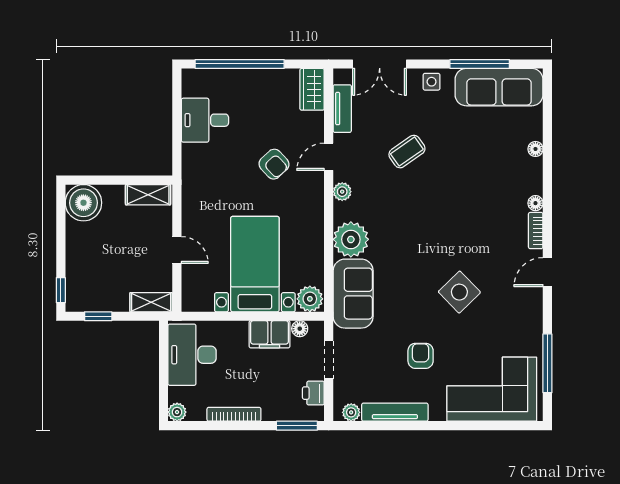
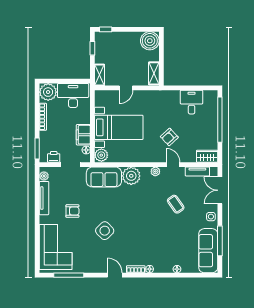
plant: (177, 412) -> (48, 92), width x1.88, depth x1.88

